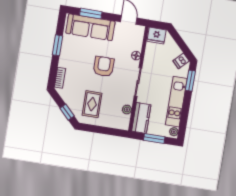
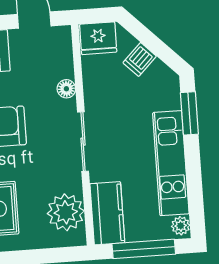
dishwasher: (181, 61) -> (140, 59), moved
plant: (127, 110) -> (66, 212), width x1.88, depth x1.88
window: (154, 138) -> (144, 249), width x1.44

